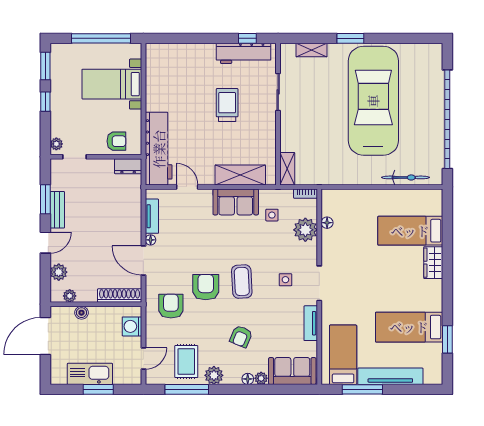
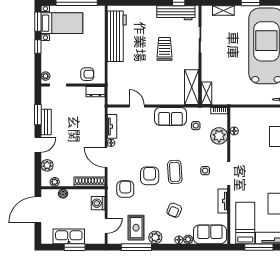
bed with nightstands: (112, 84) -> (62, 23), moved, turned 180
workbench: (159, 149) -> (117, 36), moved
shelving: (240, 175) -> (192, 87), moved, turned 90

